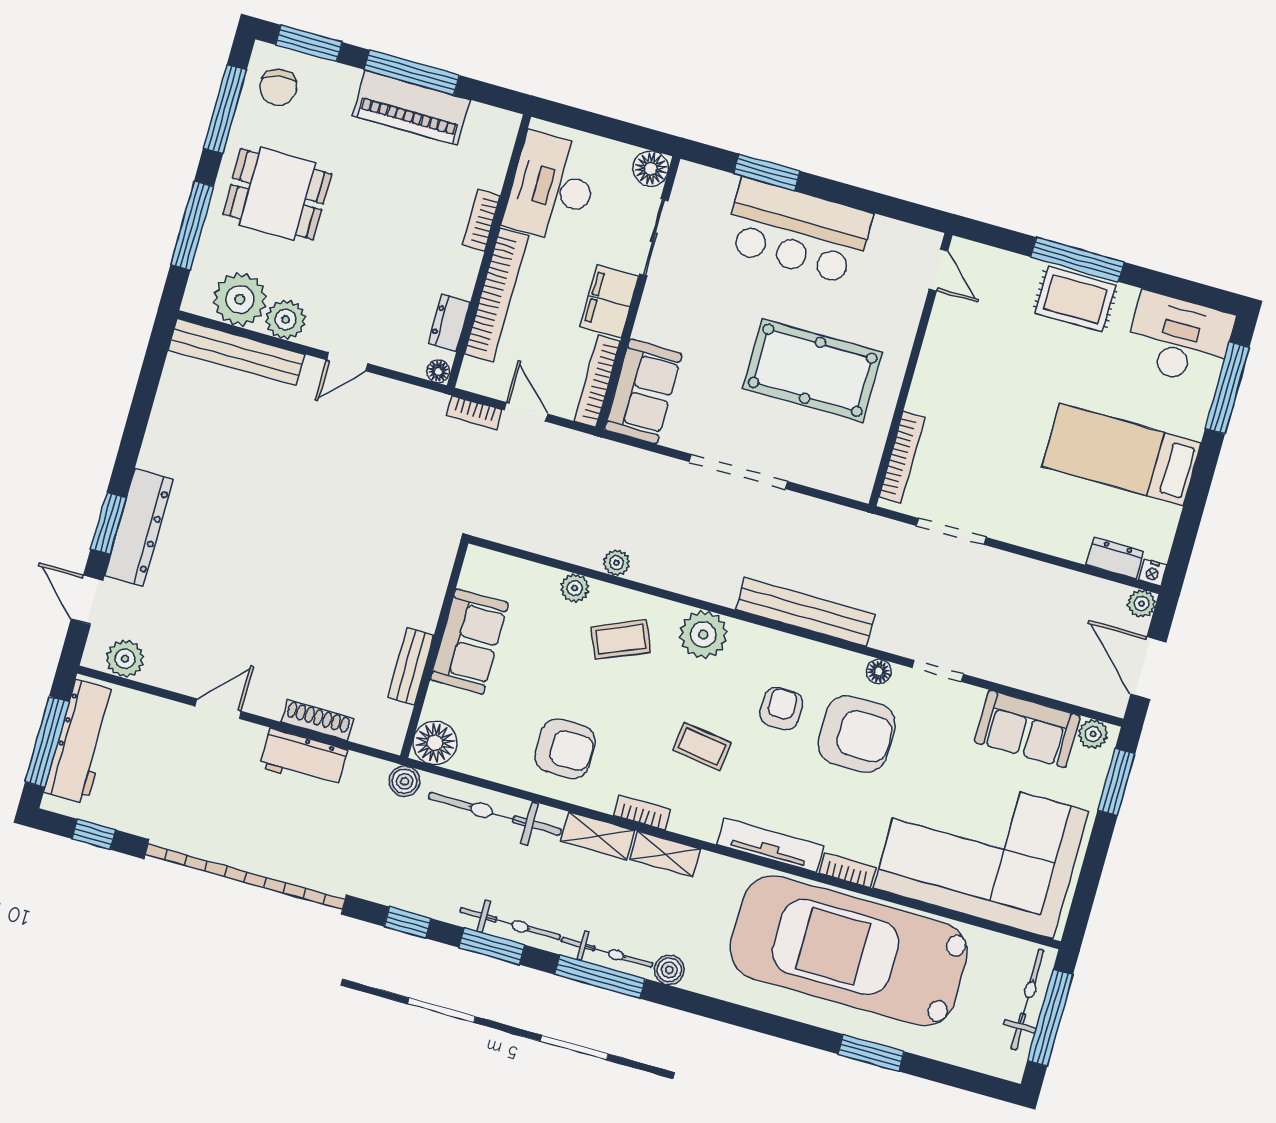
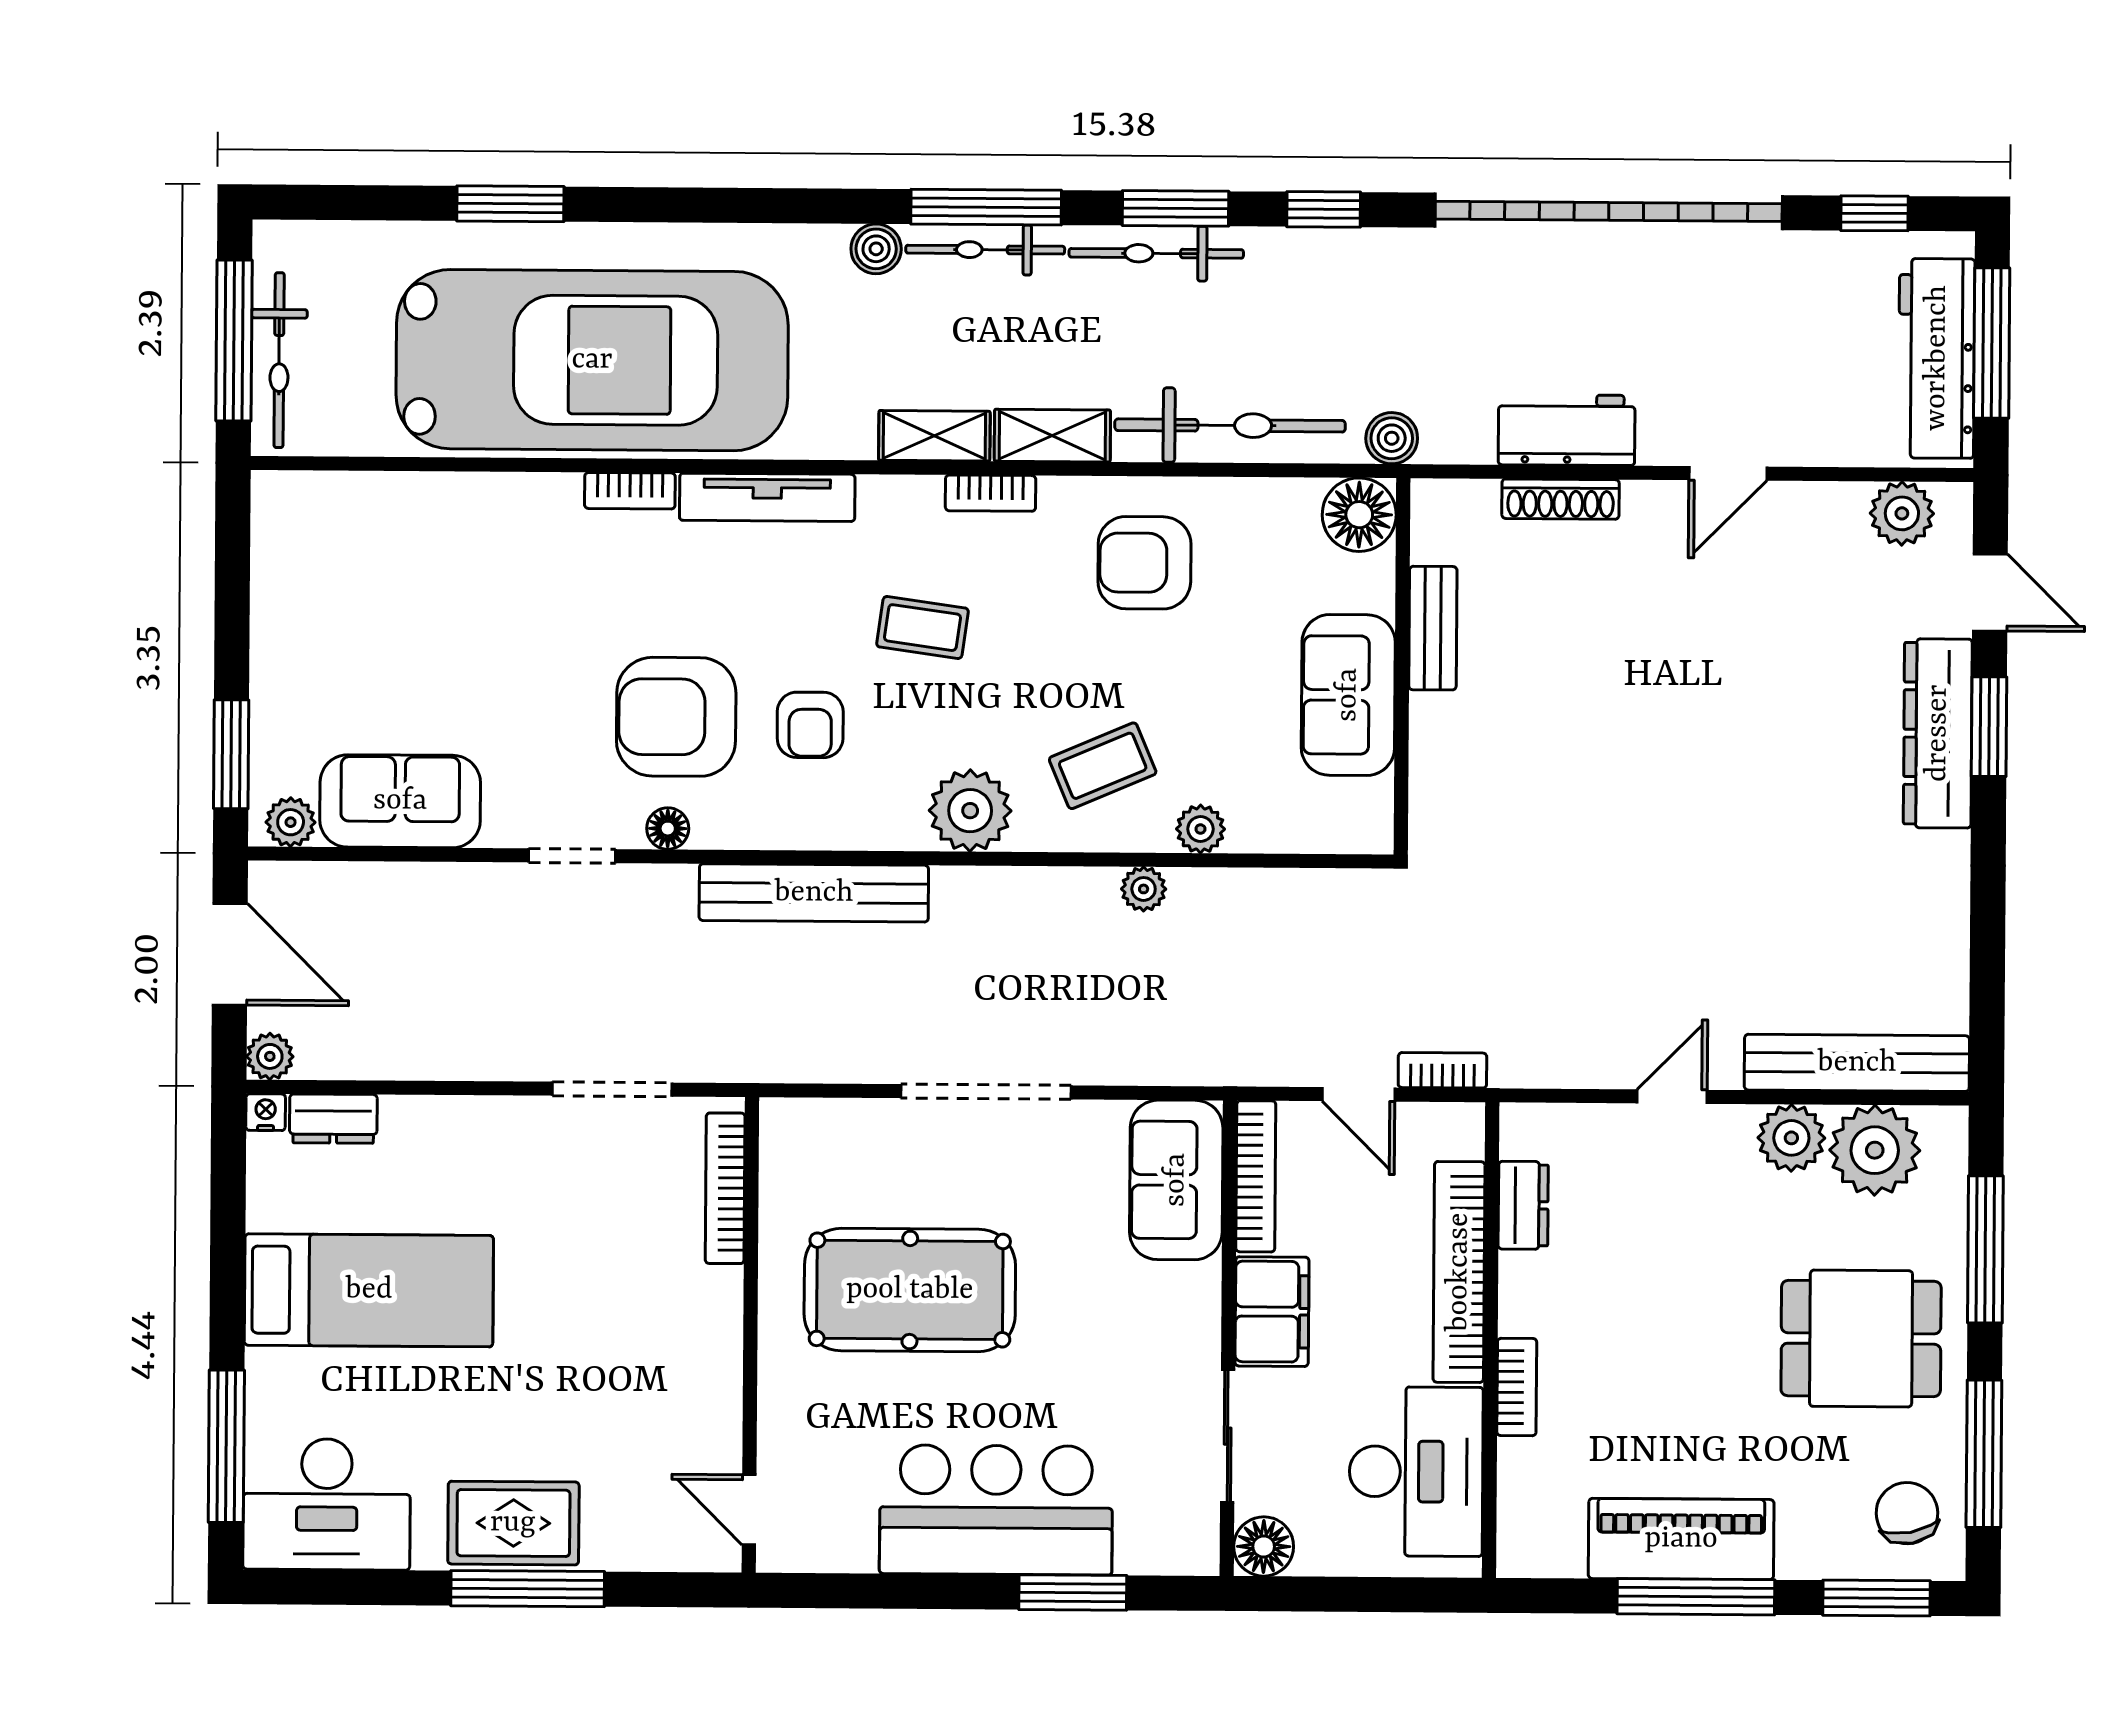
floor lamp: (438, 371) -> (1519, 1122), removed
corner sofa: (981, 850) -> (422, 584), removed

